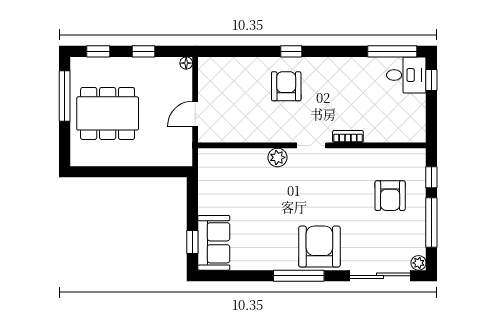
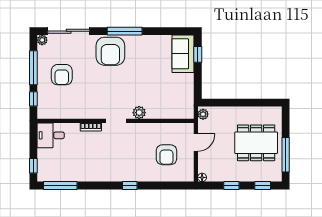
desk: (406, 75) -> (51, 135), moved
armchair: (286, 86) -> (166, 155), moved
plant: (185, 155) -> (203, 114), added
armchair: (390, 196) -> (62, 75), moved, turned 180

